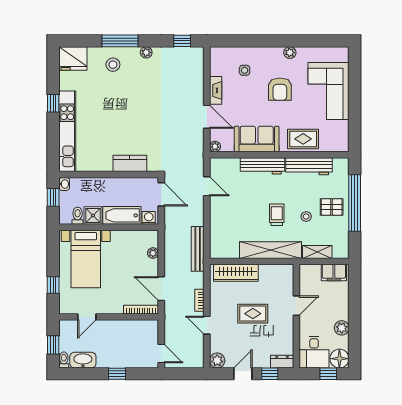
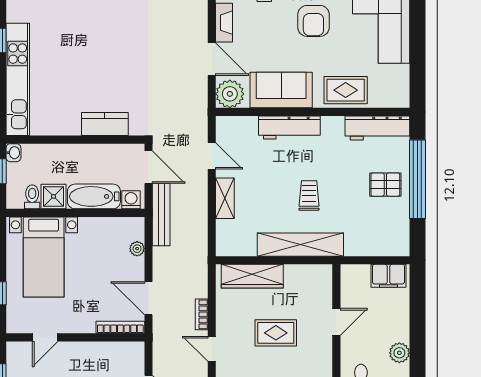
plant: (215, 146) -> (230, 94), width x1.88, depth x1.88
workbench: (309, 166) -> (377, 128), moved
stool: (306, 217) -> (350, 198), removed
bench: (198, 249) -> (161, 215), moved
shelving: (317, 252) -> (225, 198), moved, turned 90

